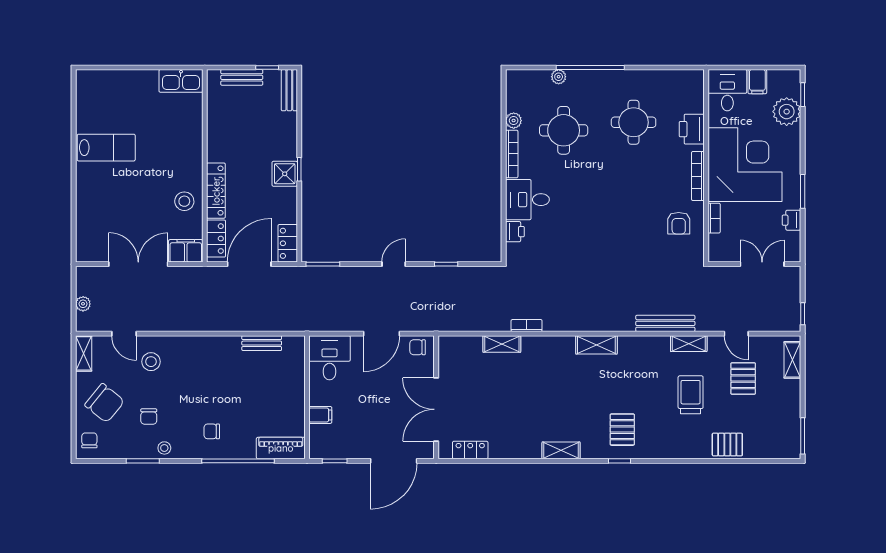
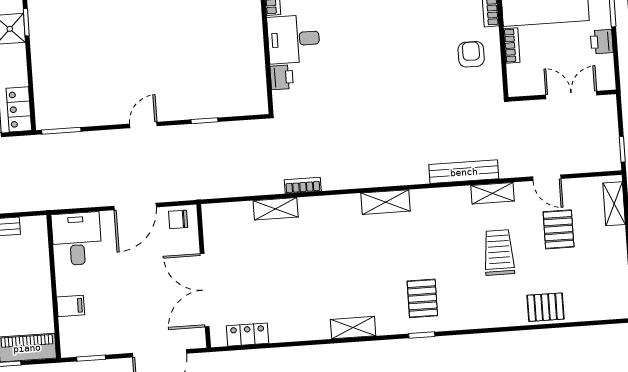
armchair: (679, 223) -> (471, 54), turned 180

